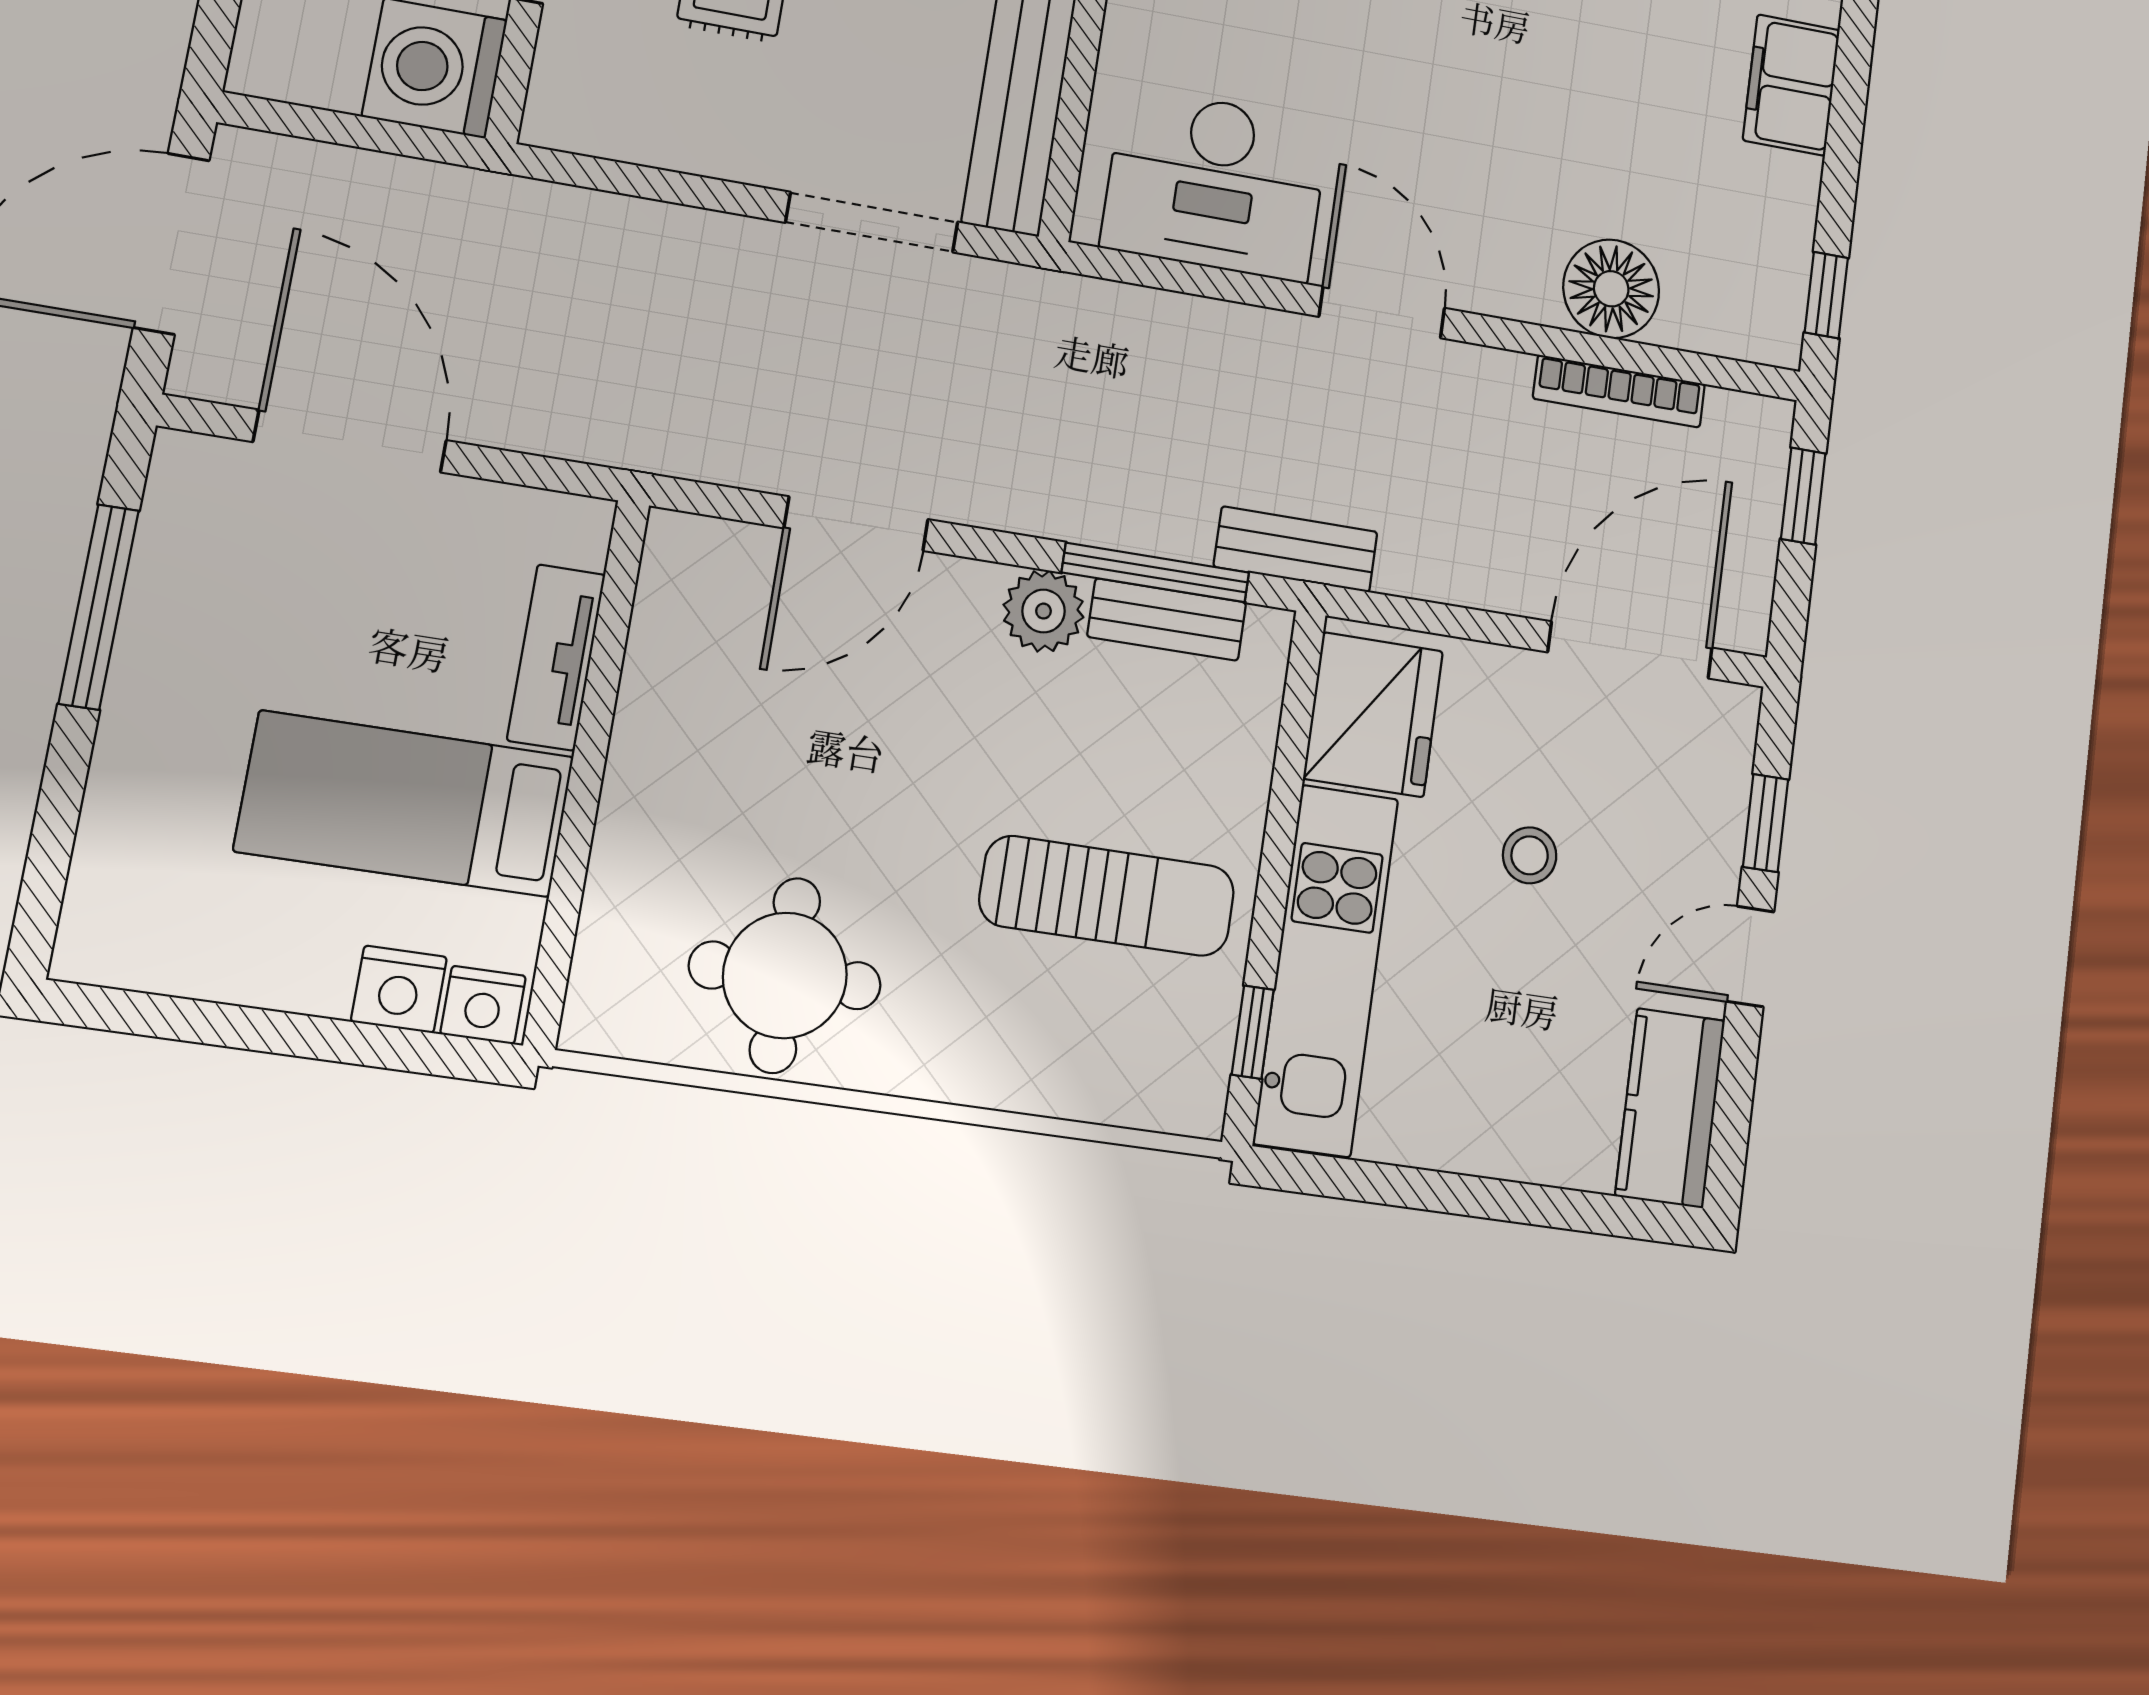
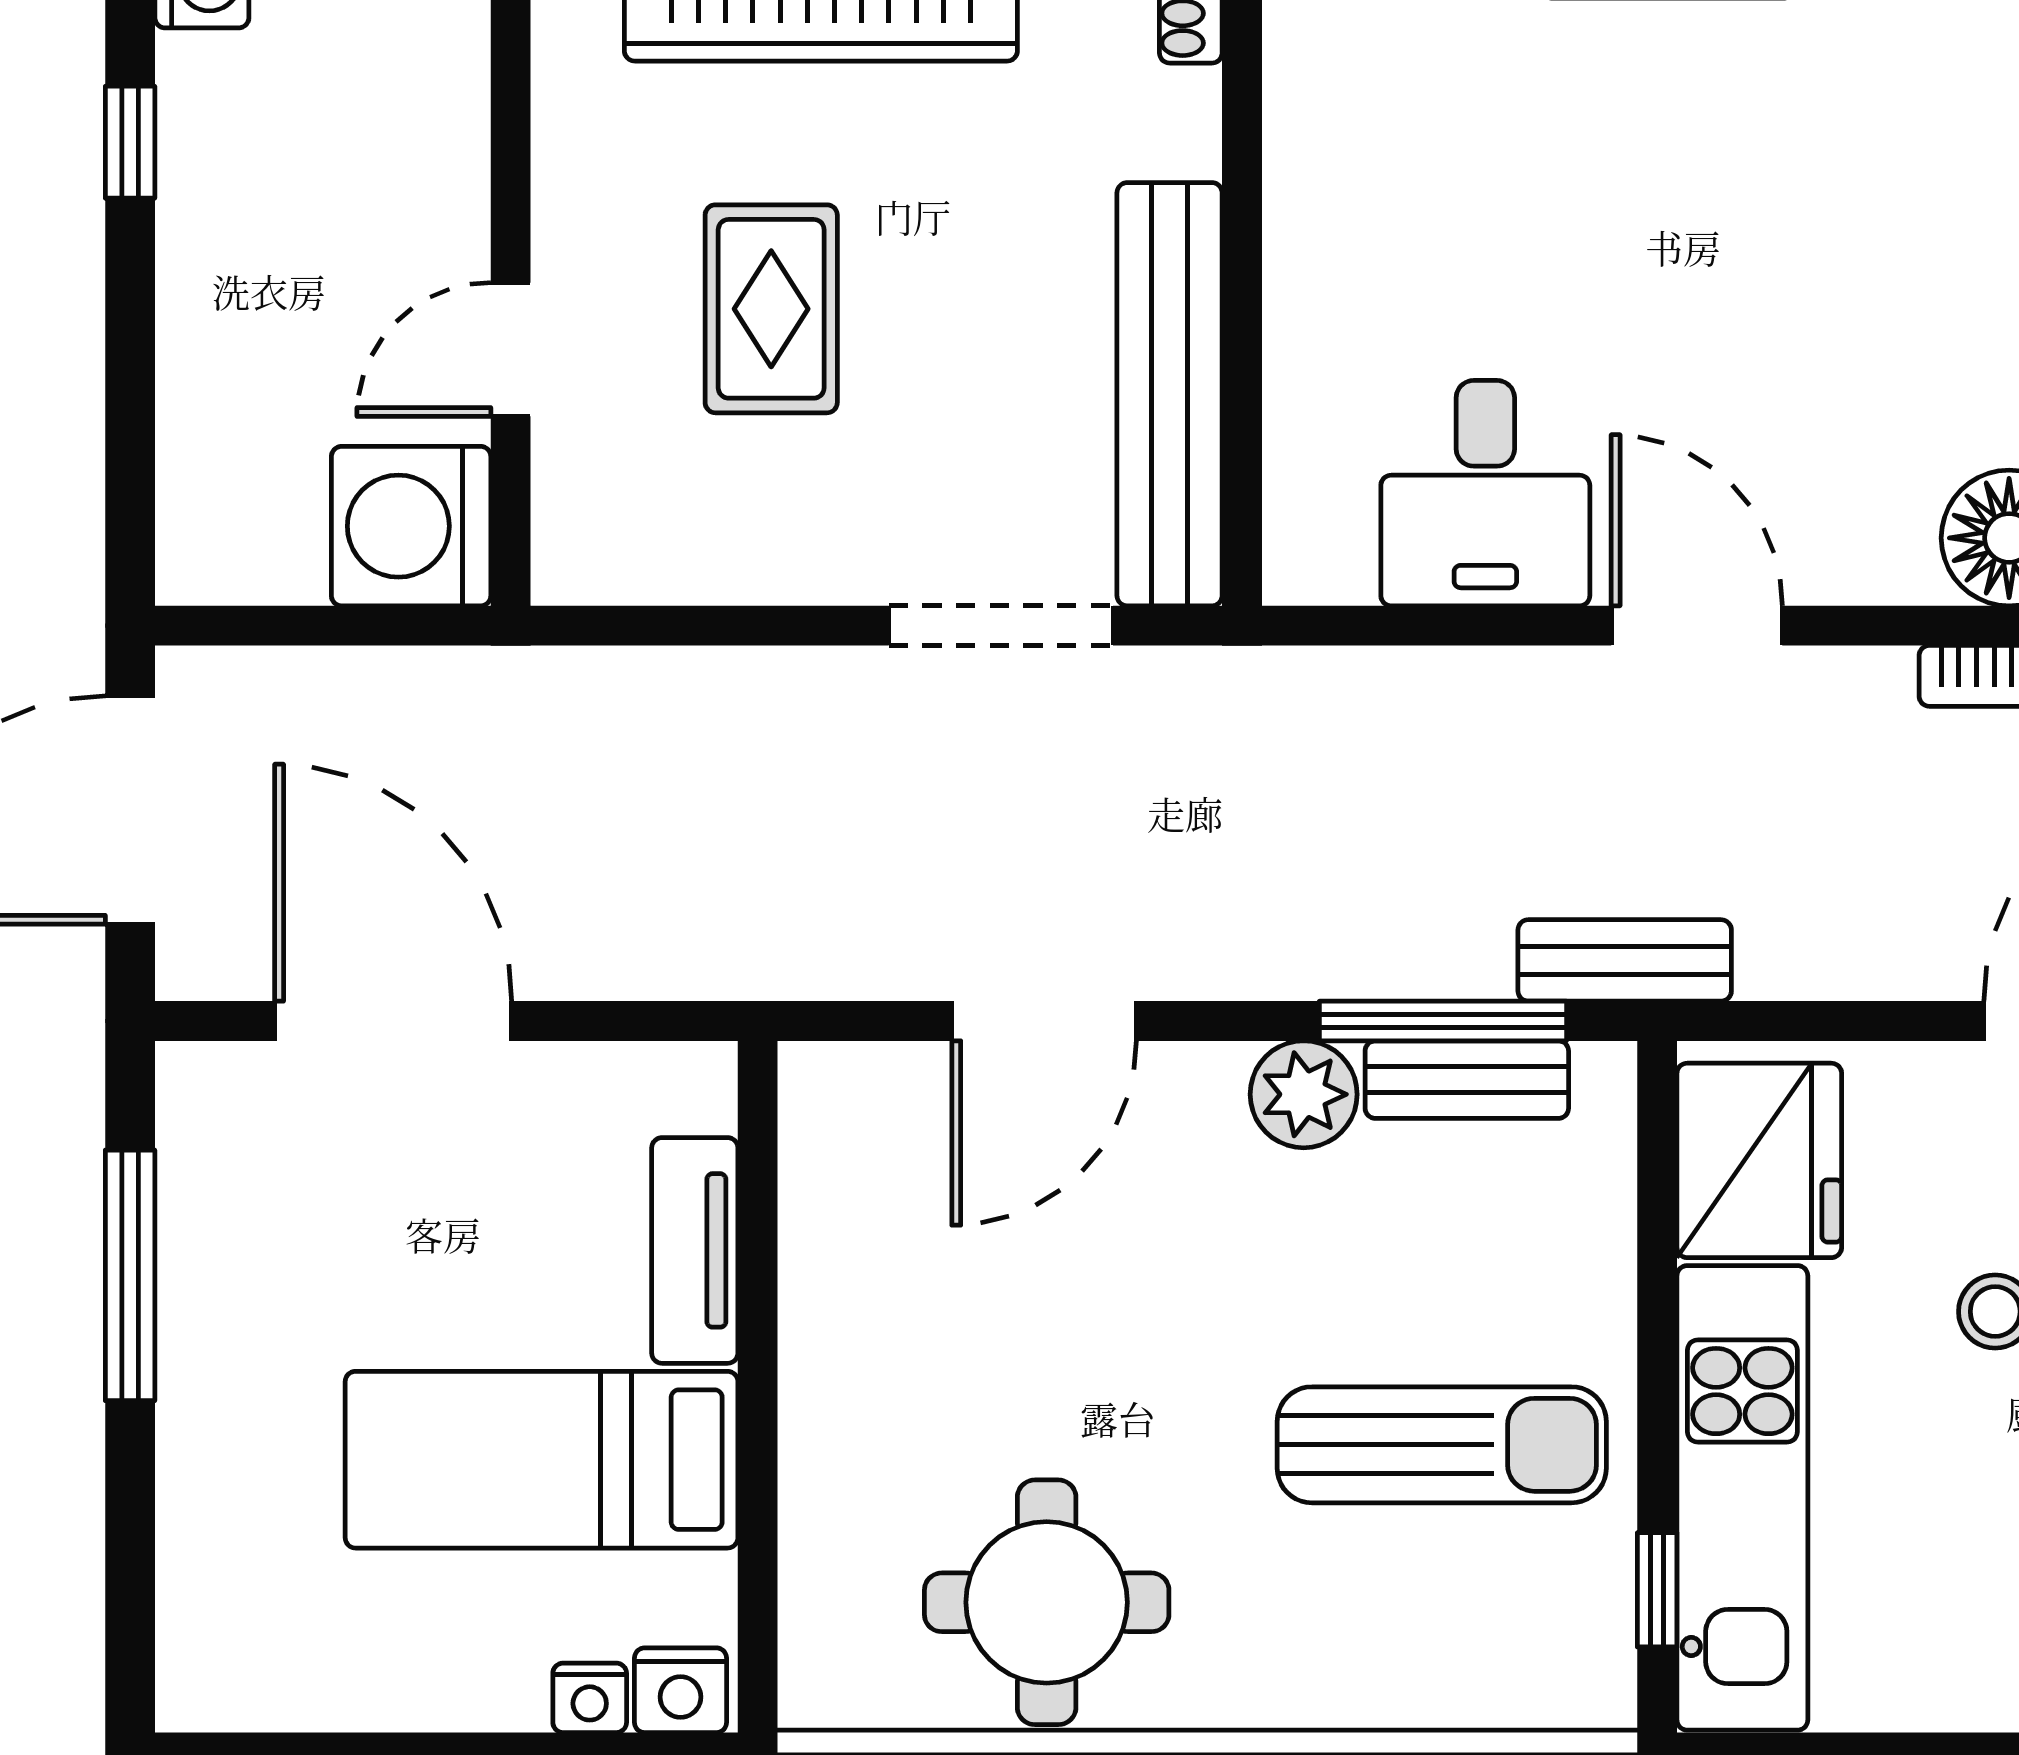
desk: (1215, 184) -> (1485, 493), width x0.73
nightstand: (399, 989) -> (590, 1698), width x0.72, depth x0.74

